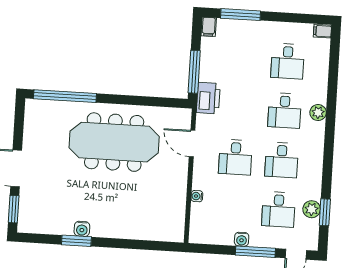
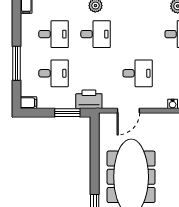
window: (241, 15) -> (17, 63), moved
window: (194, 72) -> (67, 113), width x0.69
desk: (282, 160) -> (54, 73), moved

